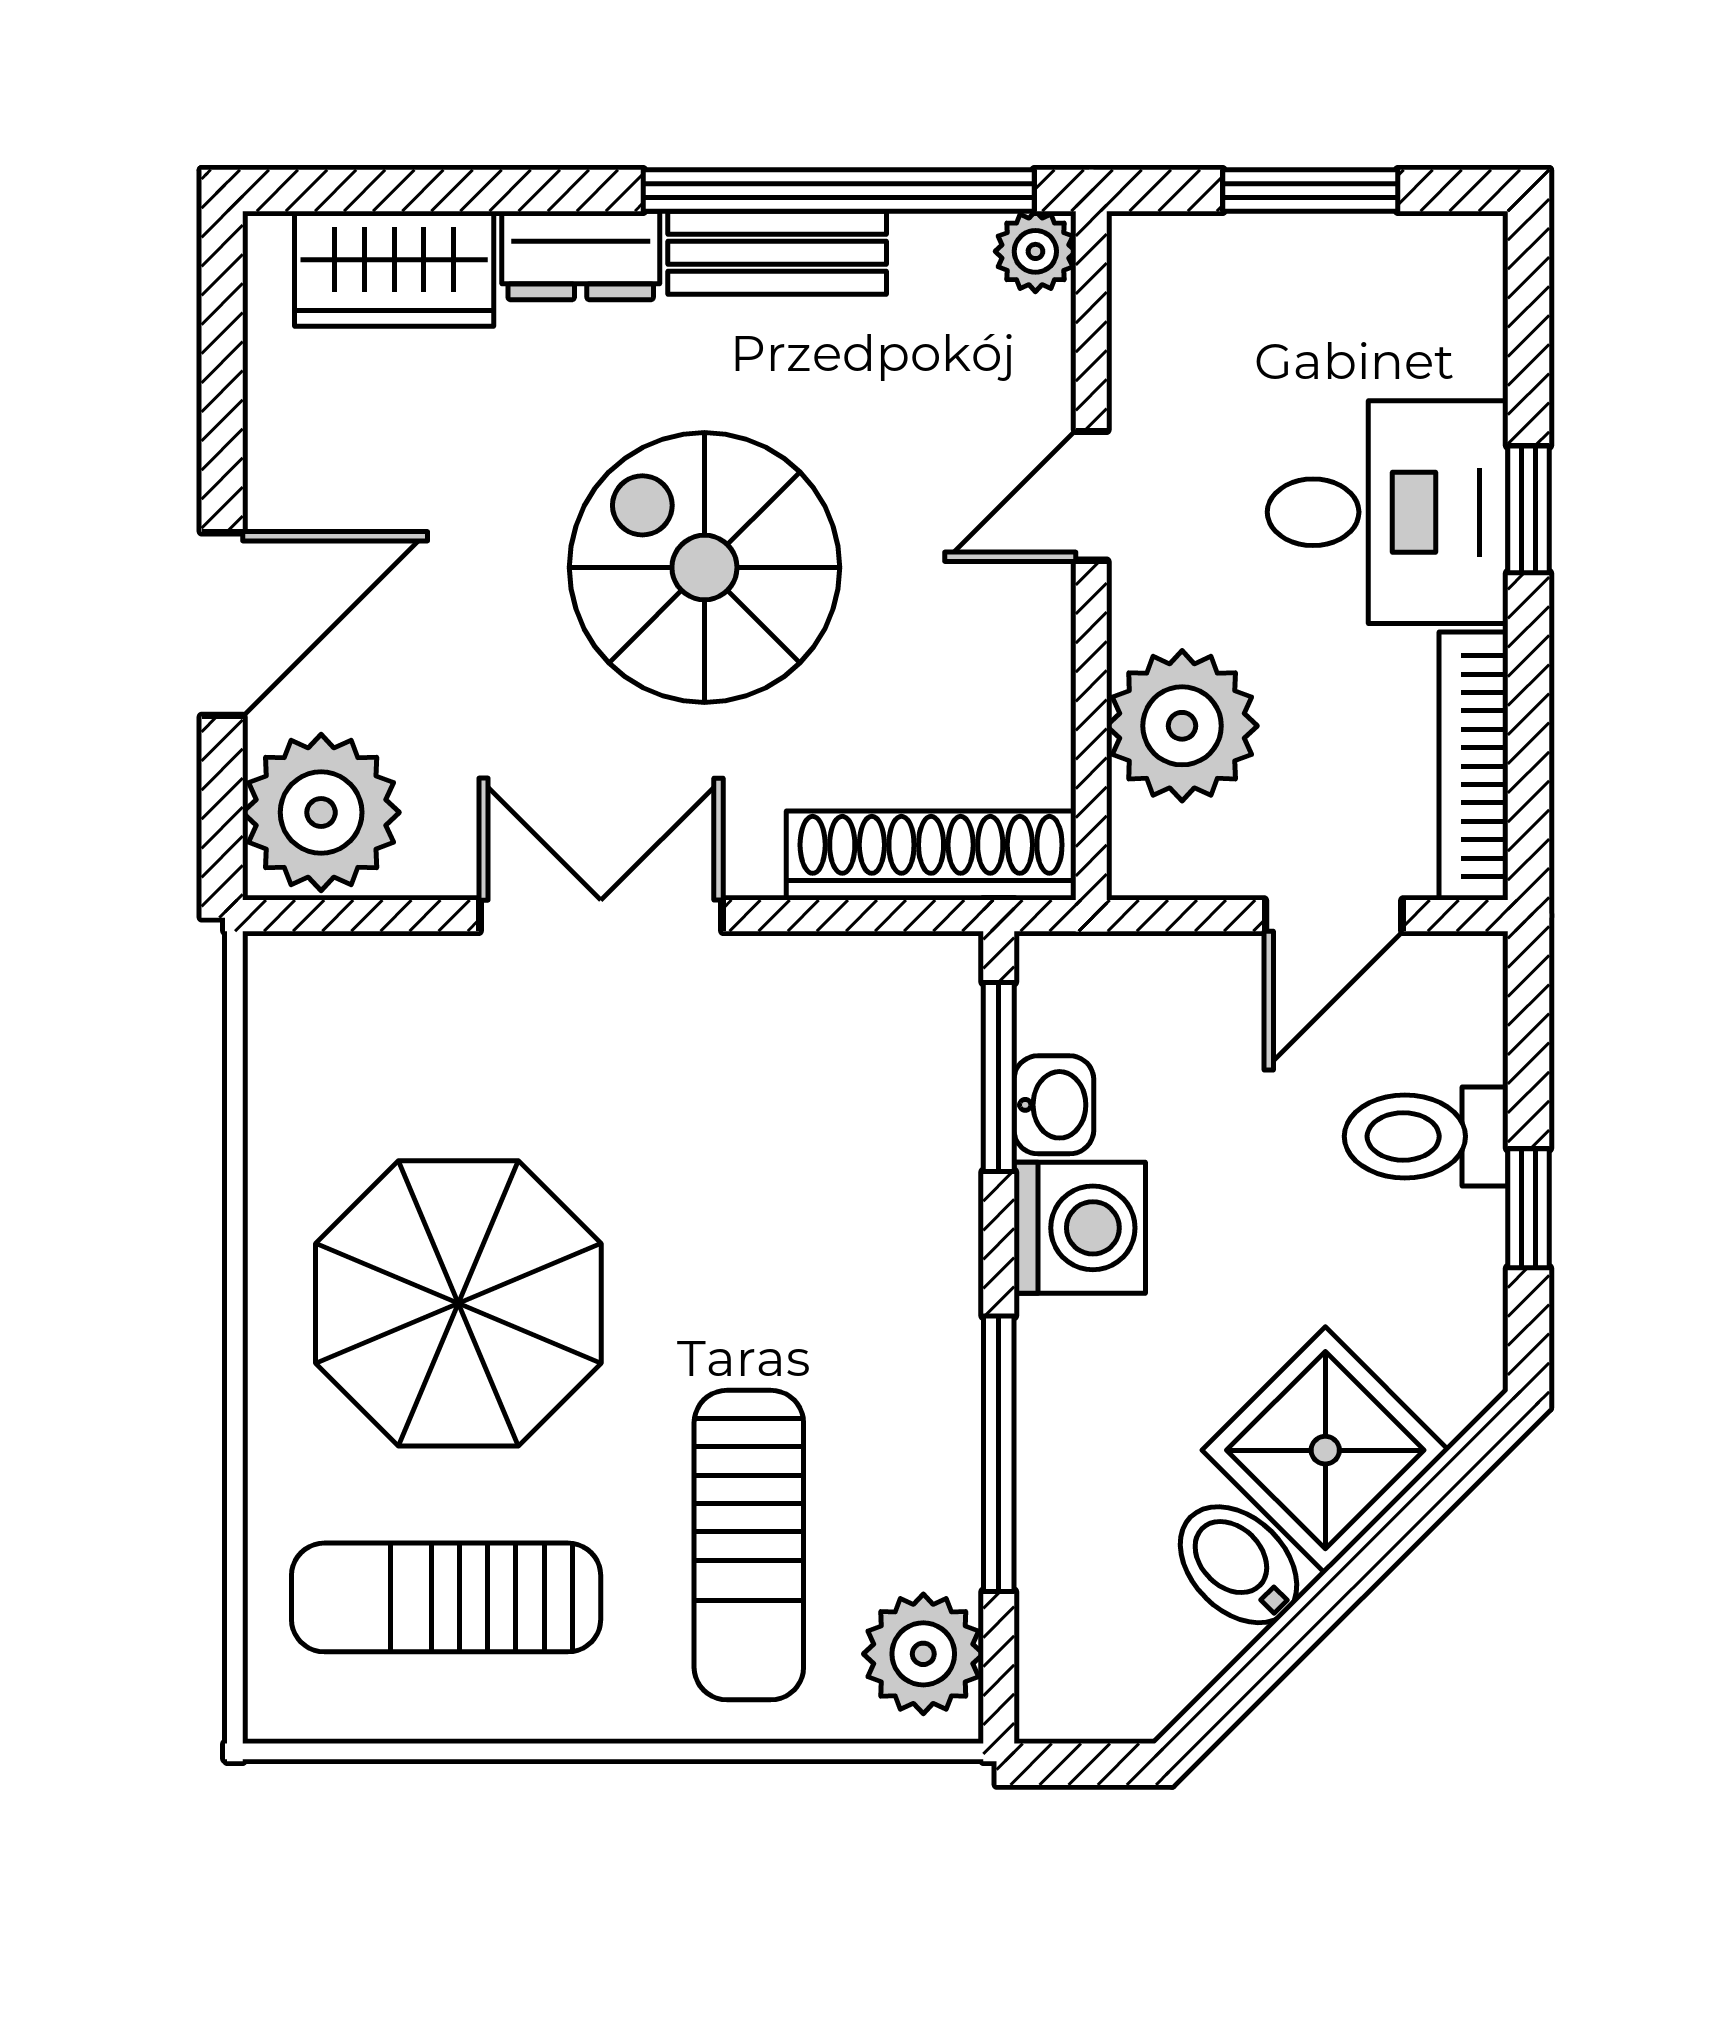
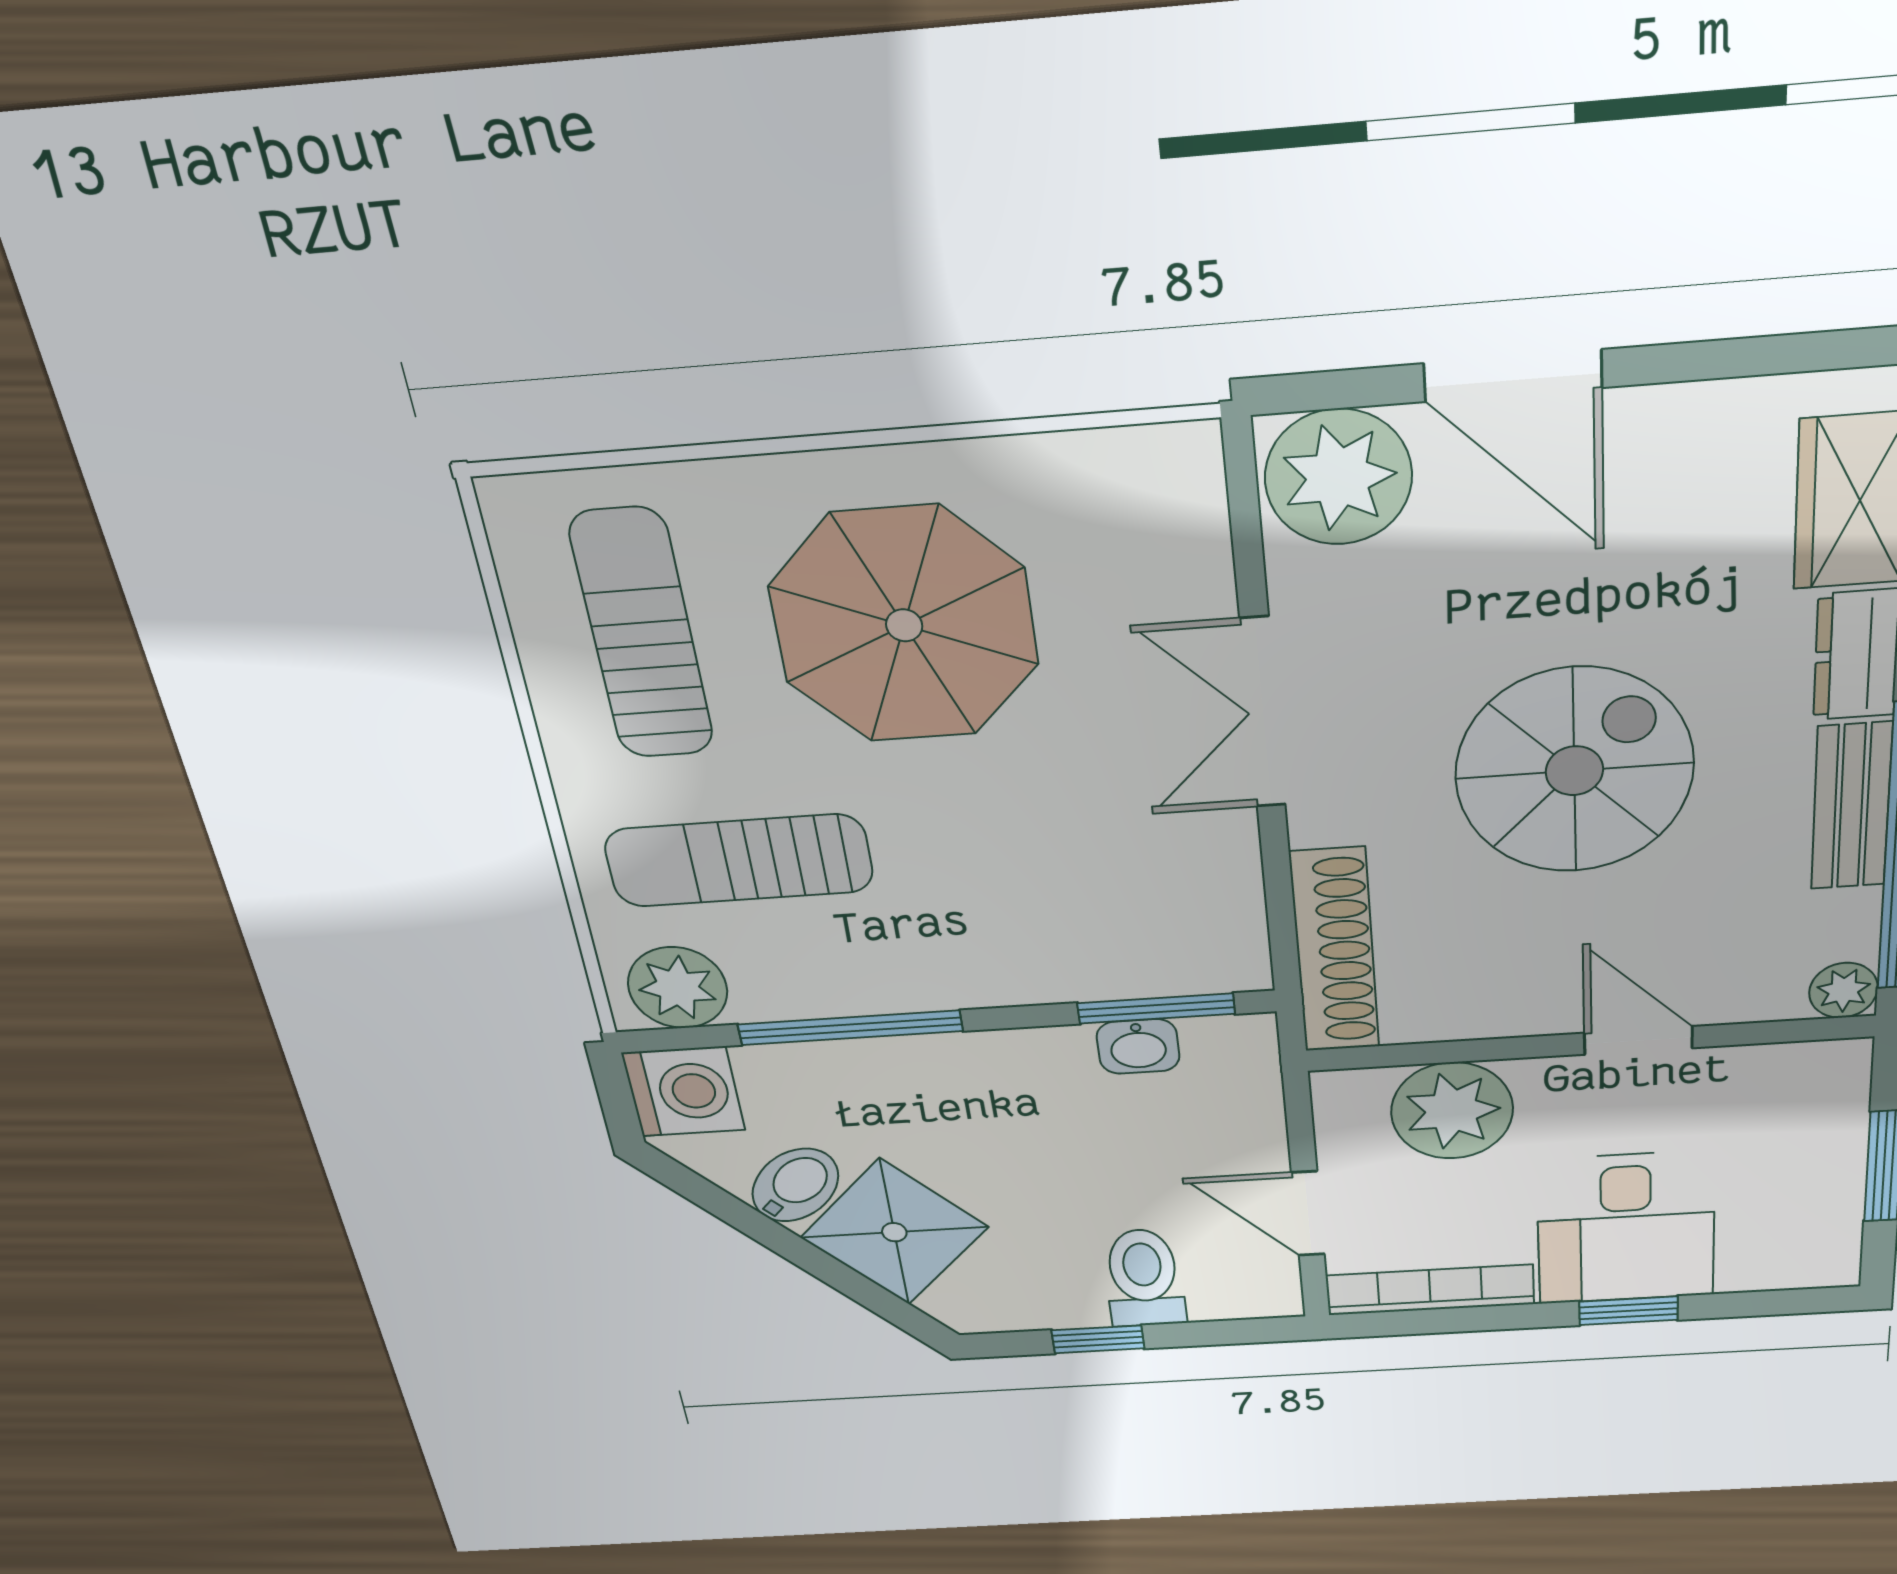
double door: (601, 916) -> (1263, 713), swing flipped
washing machine: (1080, 1228) -> (684, 1092), moved, turned -90

